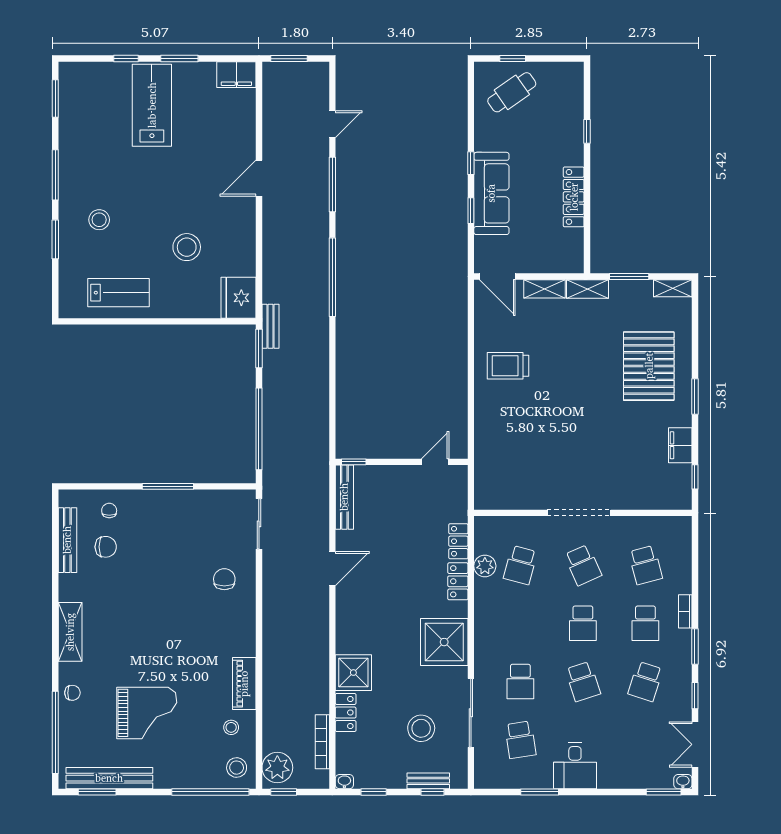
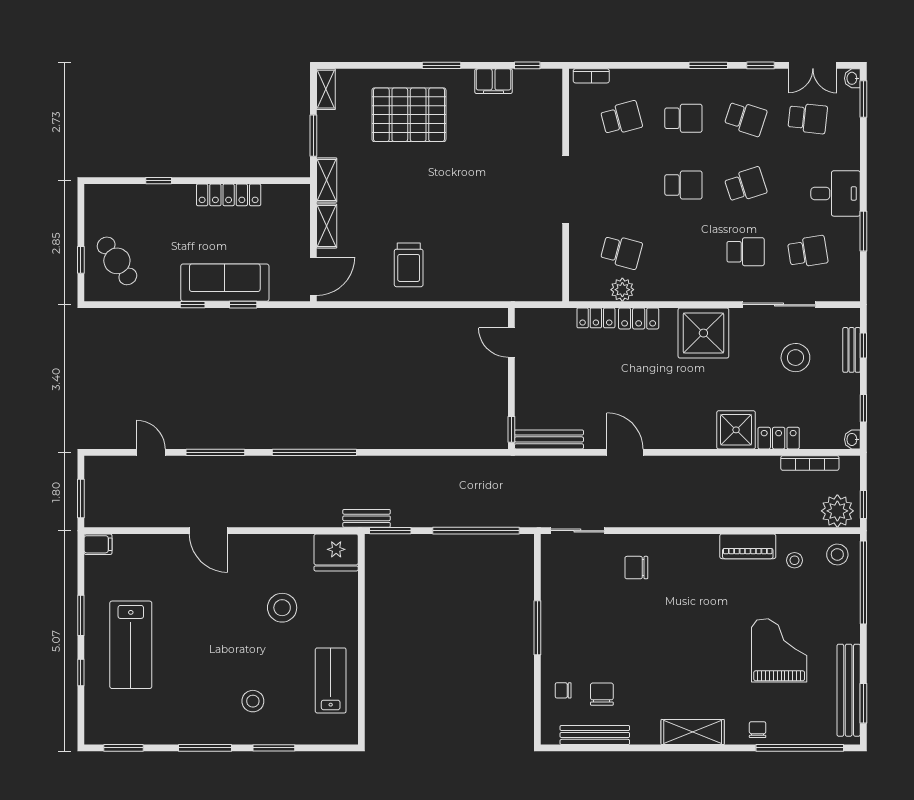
filing cabinet: (236, 75) -> (98, 544), width x0.50
lab bench: (152, 105) -> (131, 645), turned -90
school desk: (583, 565) -> (808, 118), moved, turned 30
bookcase: (685, 611) -> (591, 76), moved

